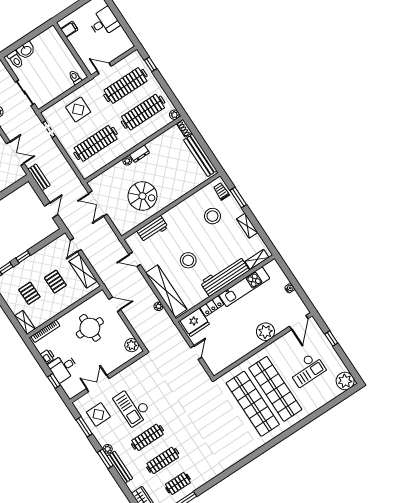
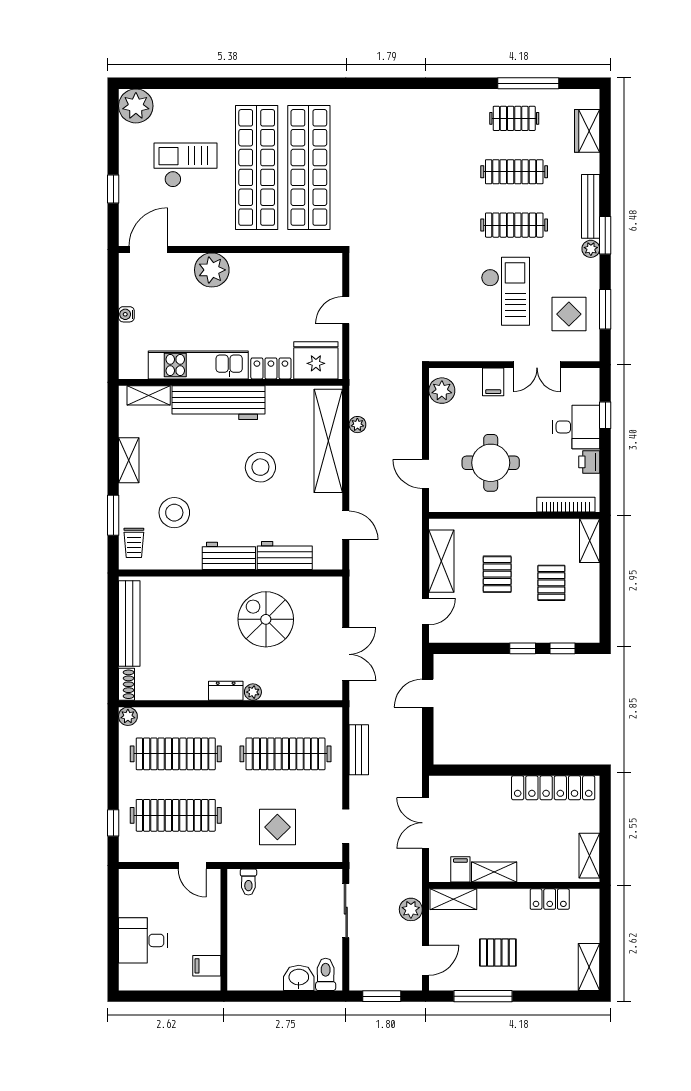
bench: (39, 177) -> (359, 750), moved
workbench: (176, 213) -> (229, 556), added
filing cabinet: (112, 364) -> (493, 382), added

